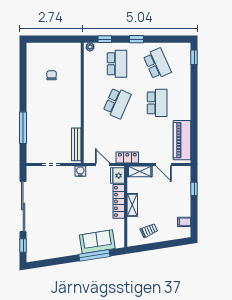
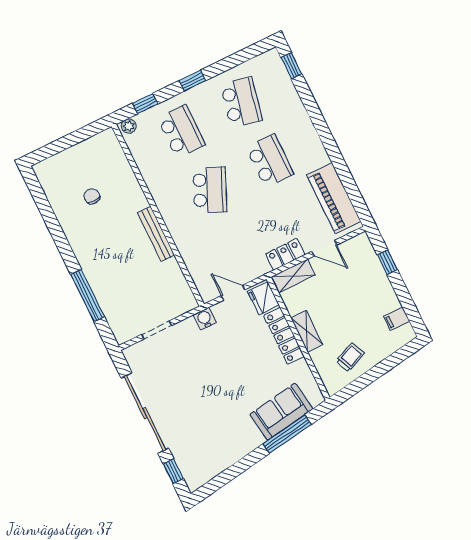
school desk: (157, 64) -> (241, 102), turned 36
bench: (76, 144) -> (156, 234), moved
locker: (127, 158) -> (285, 254), moved

